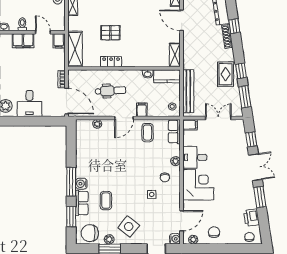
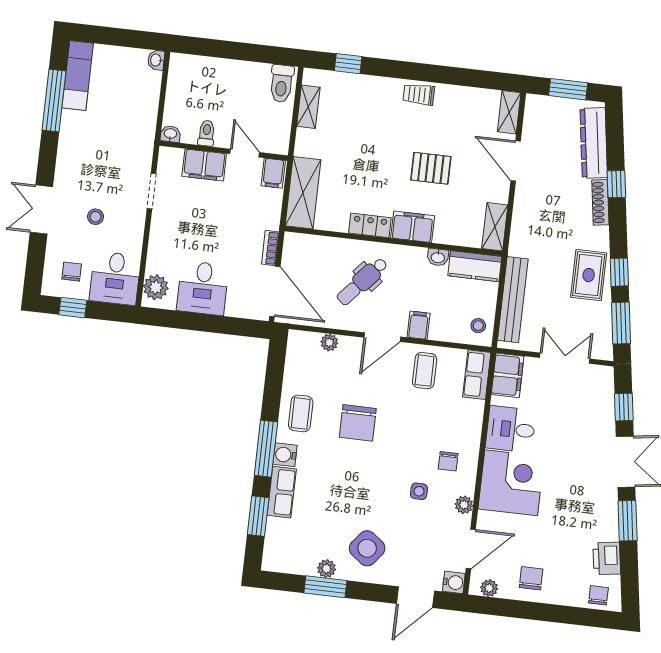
pallet: (110, 33) -> (431, 168), moved
filing cabinet: (133, 60) -> (413, 227), added
dental chair: (110, 91) -> (362, 281), turned 134
filing cabinet: (190, 125) -> (508, 375), width x2.00
plant: (176, 161) -> (464, 505), moved
coffee table: (106, 201) -> (301, 413), moved
chair: (90, 233) -> (358, 423), moved, turned -90

